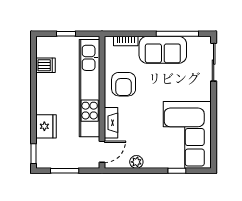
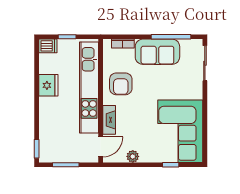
dishwasher: (45, 65) -> (48, 46), moved
fridge: (46, 126) -> (48, 85), moved

